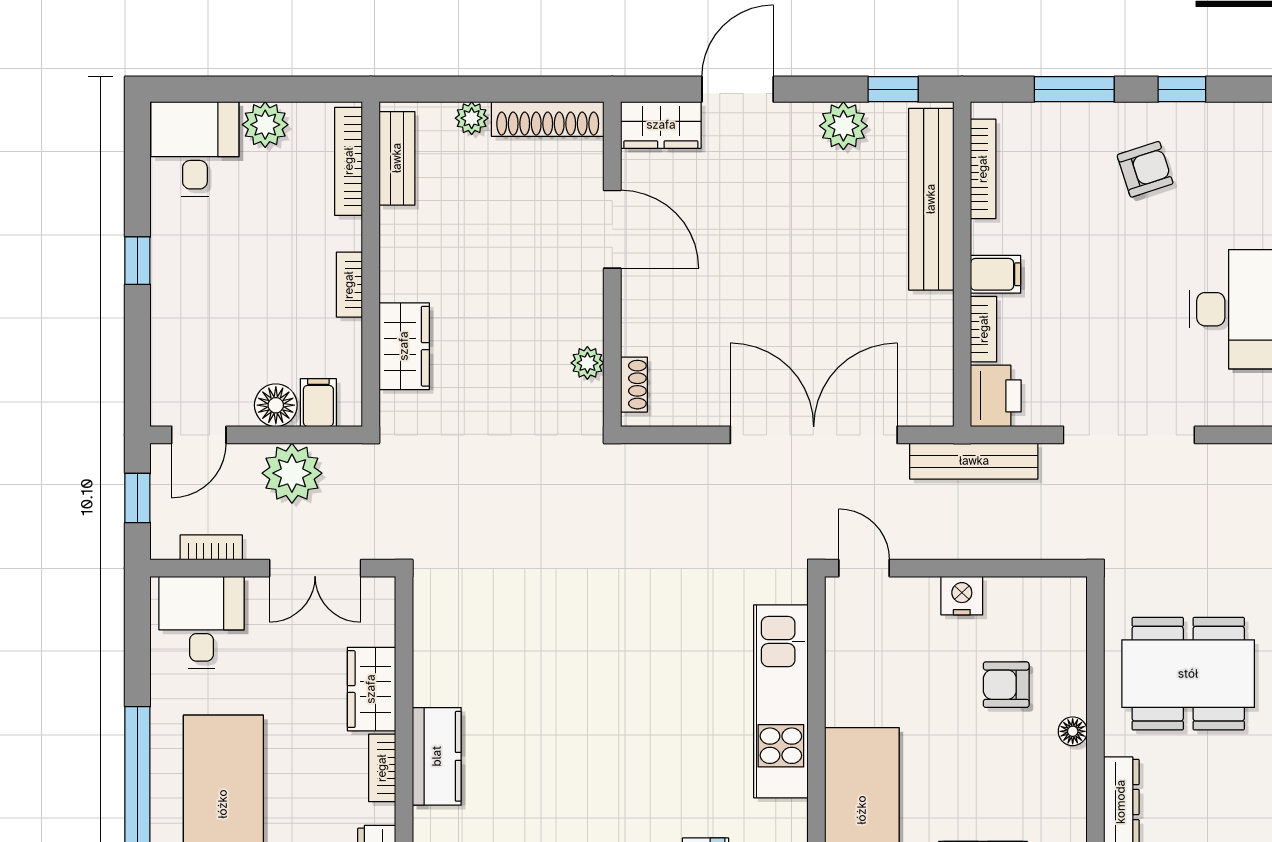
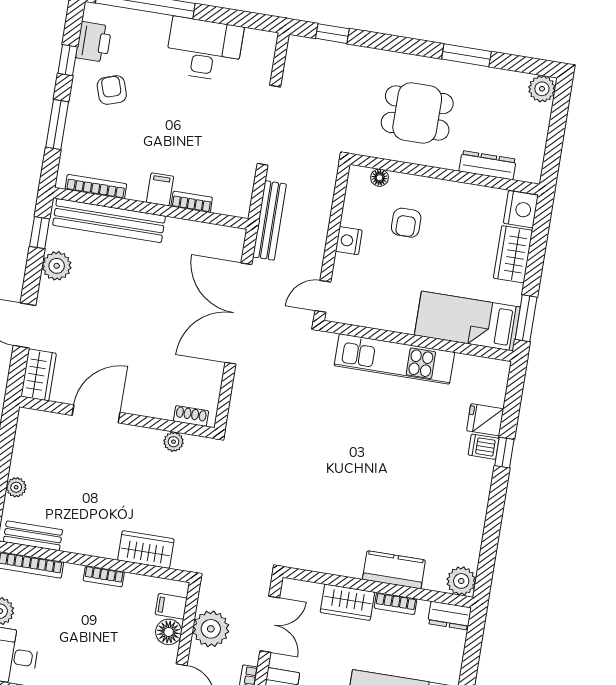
shoe rack: (548, 119) -> (24, 442), removed
printer: (996, 396) -> (94, 42), moved, turned 90
dining table: (1188, 674) -> (417, 113), width x0.73
floor lamp: (1073, 731) -> (379, 178), moved

